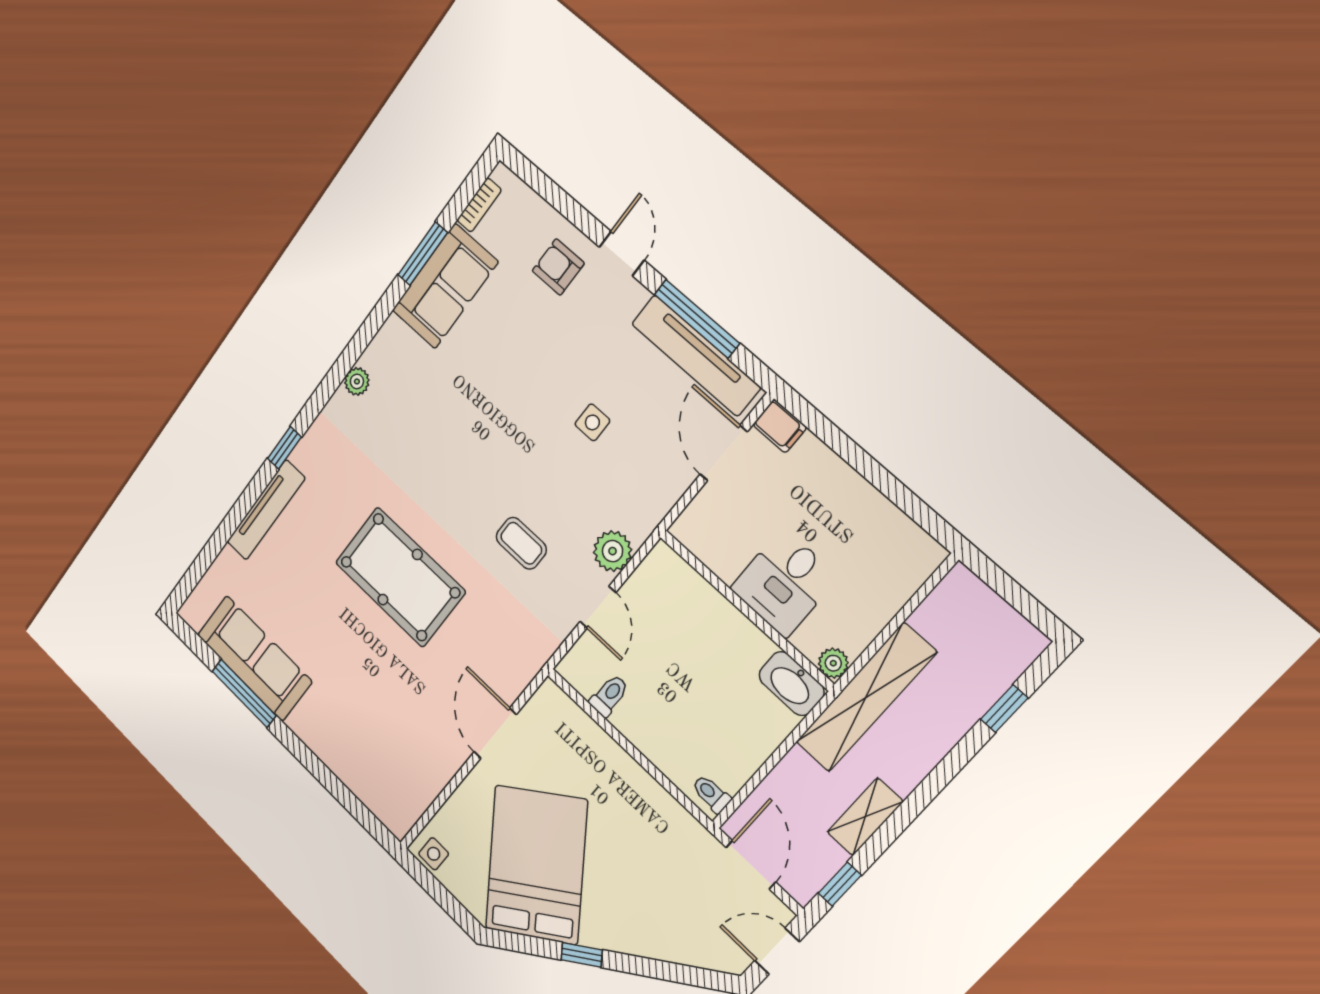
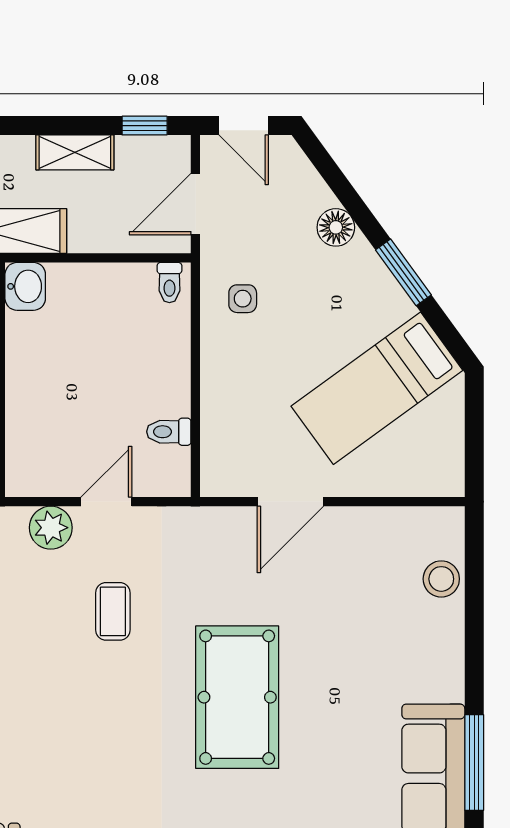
washbasin: (792, 684) -> (25, 286), width x0.72
stool: (368, 783) -> (441, 579), added
side table: (434, 854) -> (243, 299), moved
bed: (536, 865) -> (377, 388), width x0.67
floor lamp: (650, 942) -> (336, 227), added
window: (582, 955) -> (403, 272), width x1.50

